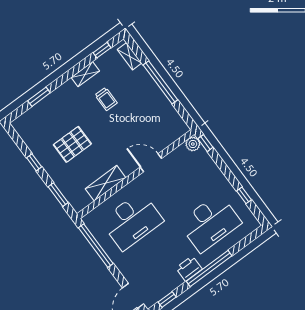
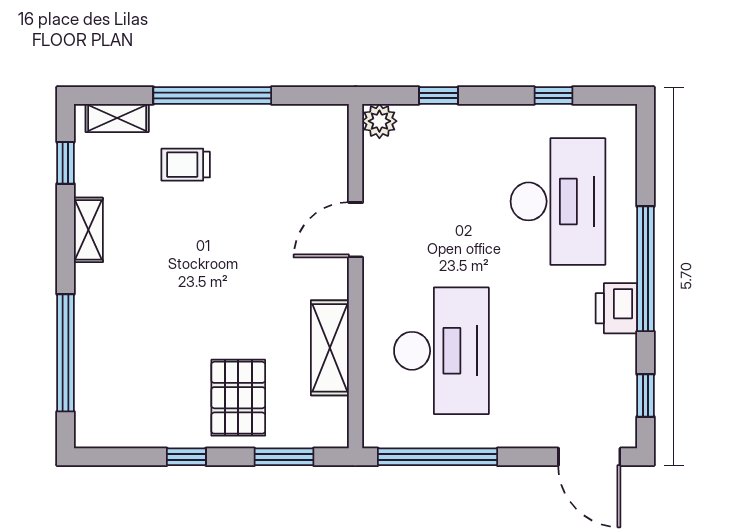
window: (39, 97) -> (66, 353), width x2.11
trolley: (106, 99) -> (186, 165), moved, turned 180
window: (205, 143) -> (439, 95), moved
pallet: (72, 144) -> (238, 398), moved

